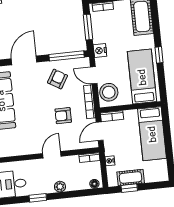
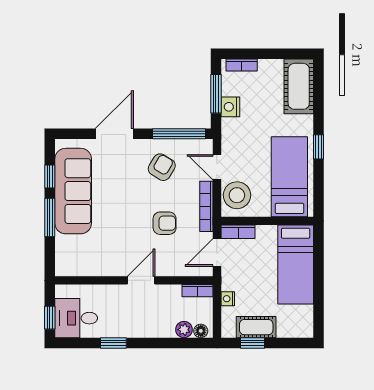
nightstand: (100, 51) -> (230, 107), moved
armchair: (63, 116) -> (165, 223), turned 180
plant: (60, 187) -> (184, 330), moved

